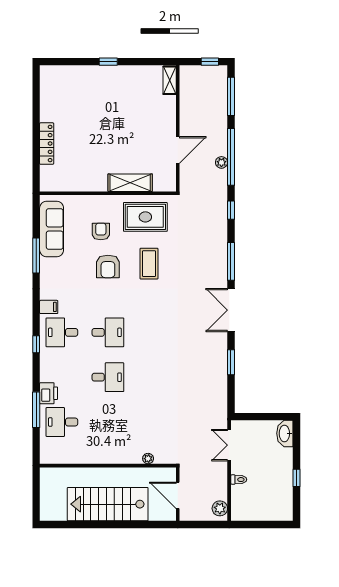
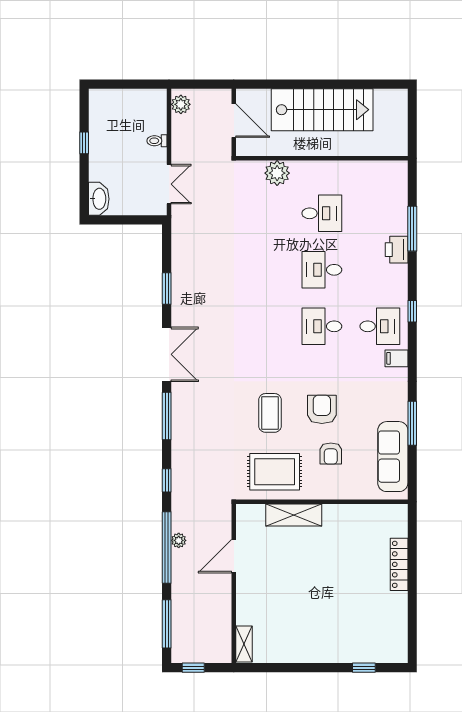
window: (108, 62) -> (364, 668), moved
desk: (62, 422) -> (322, 213), moved
plant: (148, 459) -> (277, 173), width x1.87, depth x1.87

